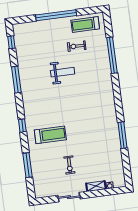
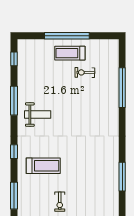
treadmill: (85, 25) -> (70, 53), moved
weight bench: (63, 72) -> (38, 115), moved

